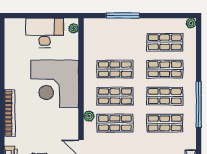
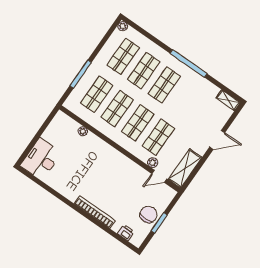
plant: (74, 28) -> (83, 131), moved
desk: (45, 33) -> (41, 159), moved
corner desk: (55, 84) -> (96, 162), removed
plant: (89, 116) -> (153, 163), moved
shop shelf: (165, 123) -> (97, 94), moved

